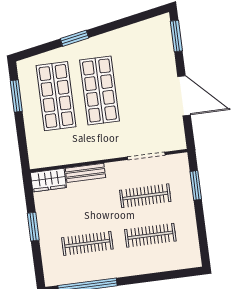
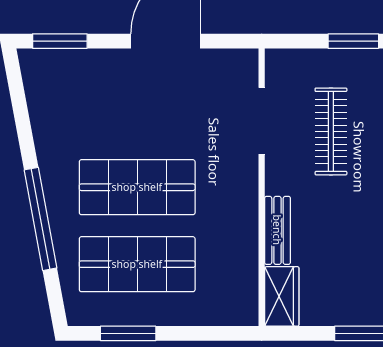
window: (74, 38) -> (40, 219), width x2.11
window: (196, 185) -> (353, 41), moved

